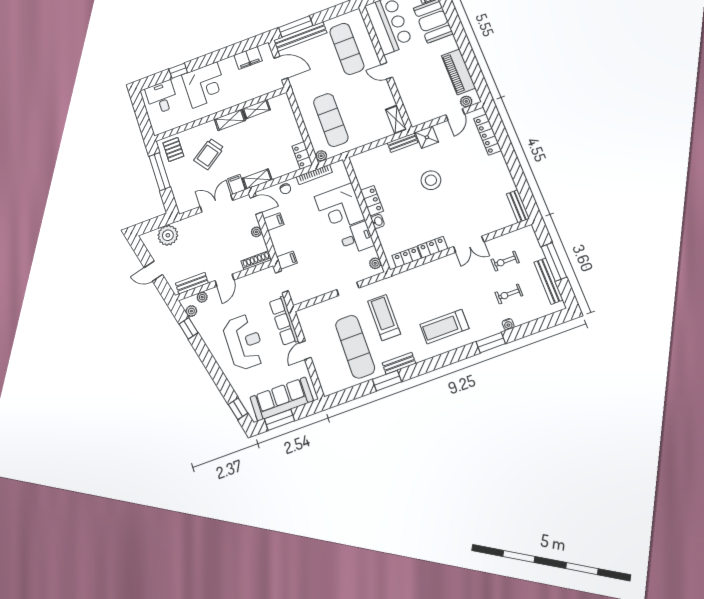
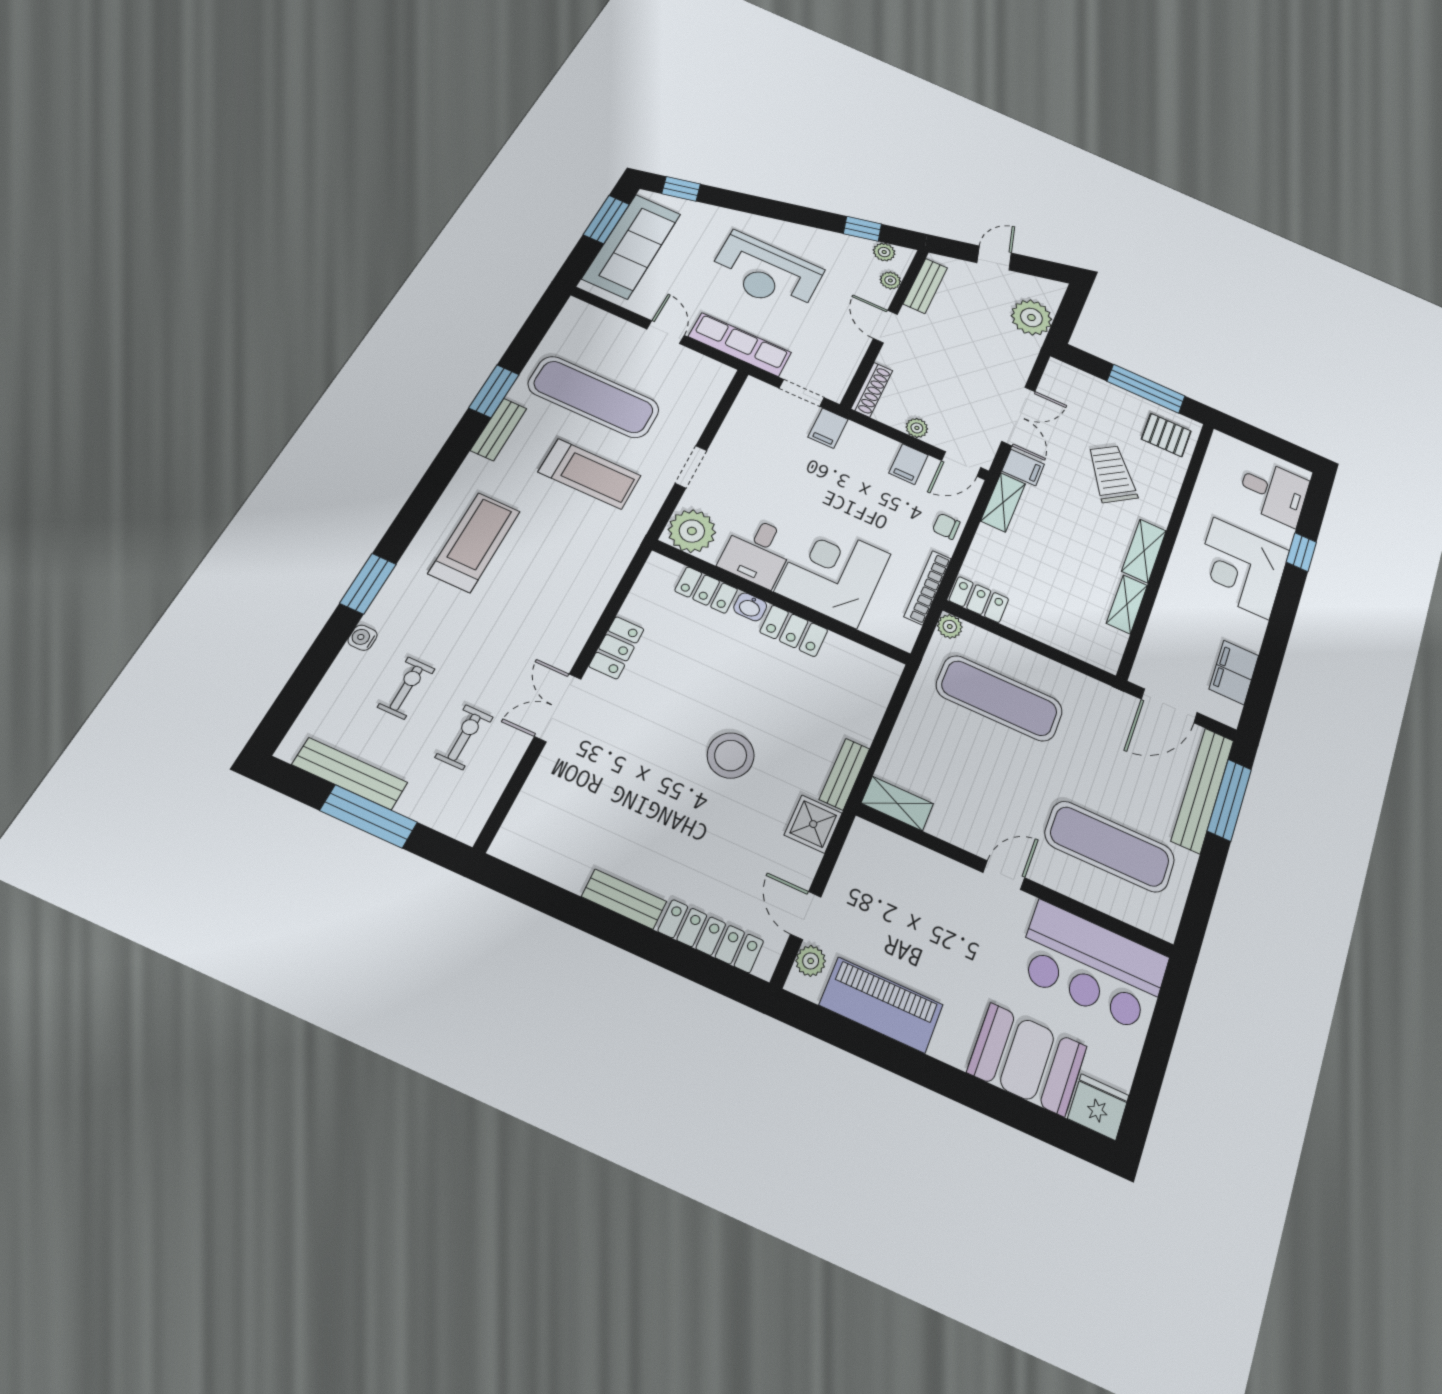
bench: (518, 206) -> (624, 899), moved
locker: (407, 257) -> (706, 590), moved, turned 90
plant: (375, 263) -> (692, 531), width x1.88, depth x1.88

